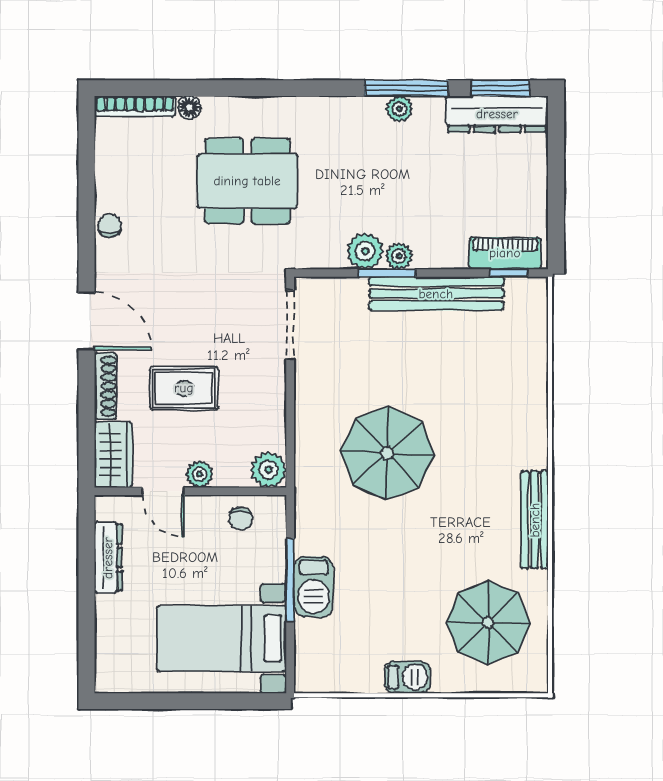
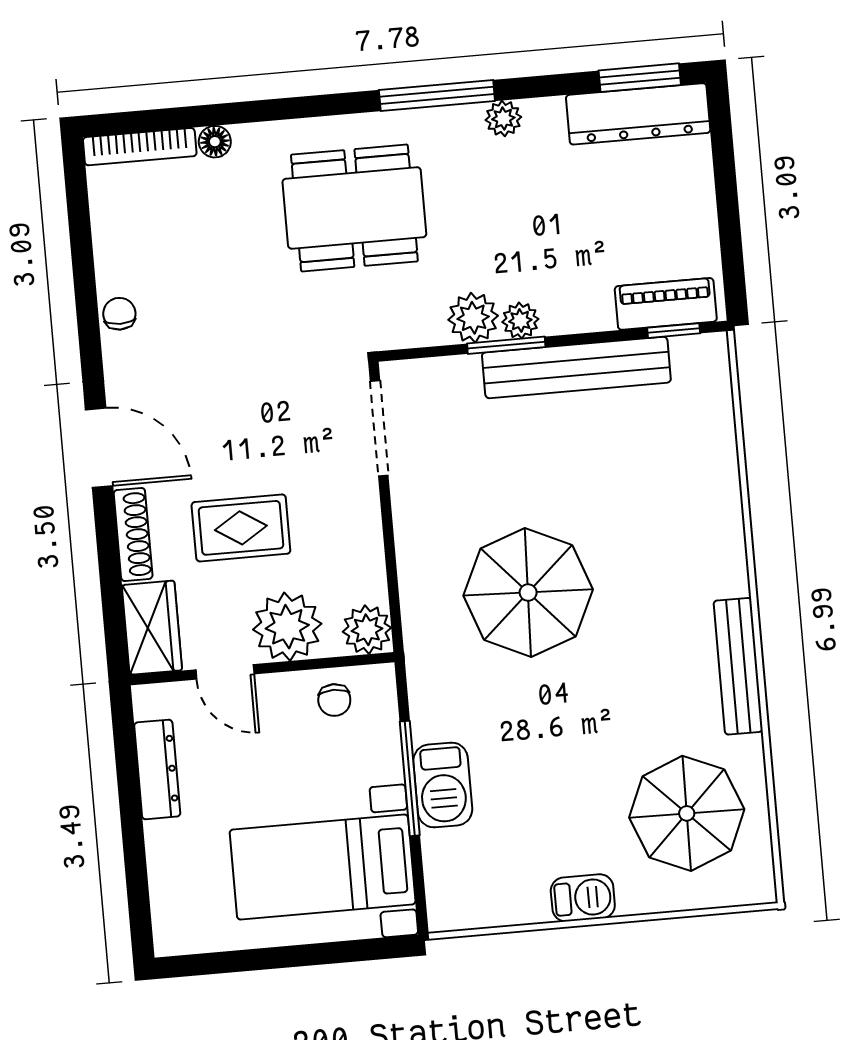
window: (407, 88) -> (437, 95), moved
dining table: (247, 181) -> (354, 208), moved
plant: (199, 474) -> (287, 627), width x1.88, depth x1.88

